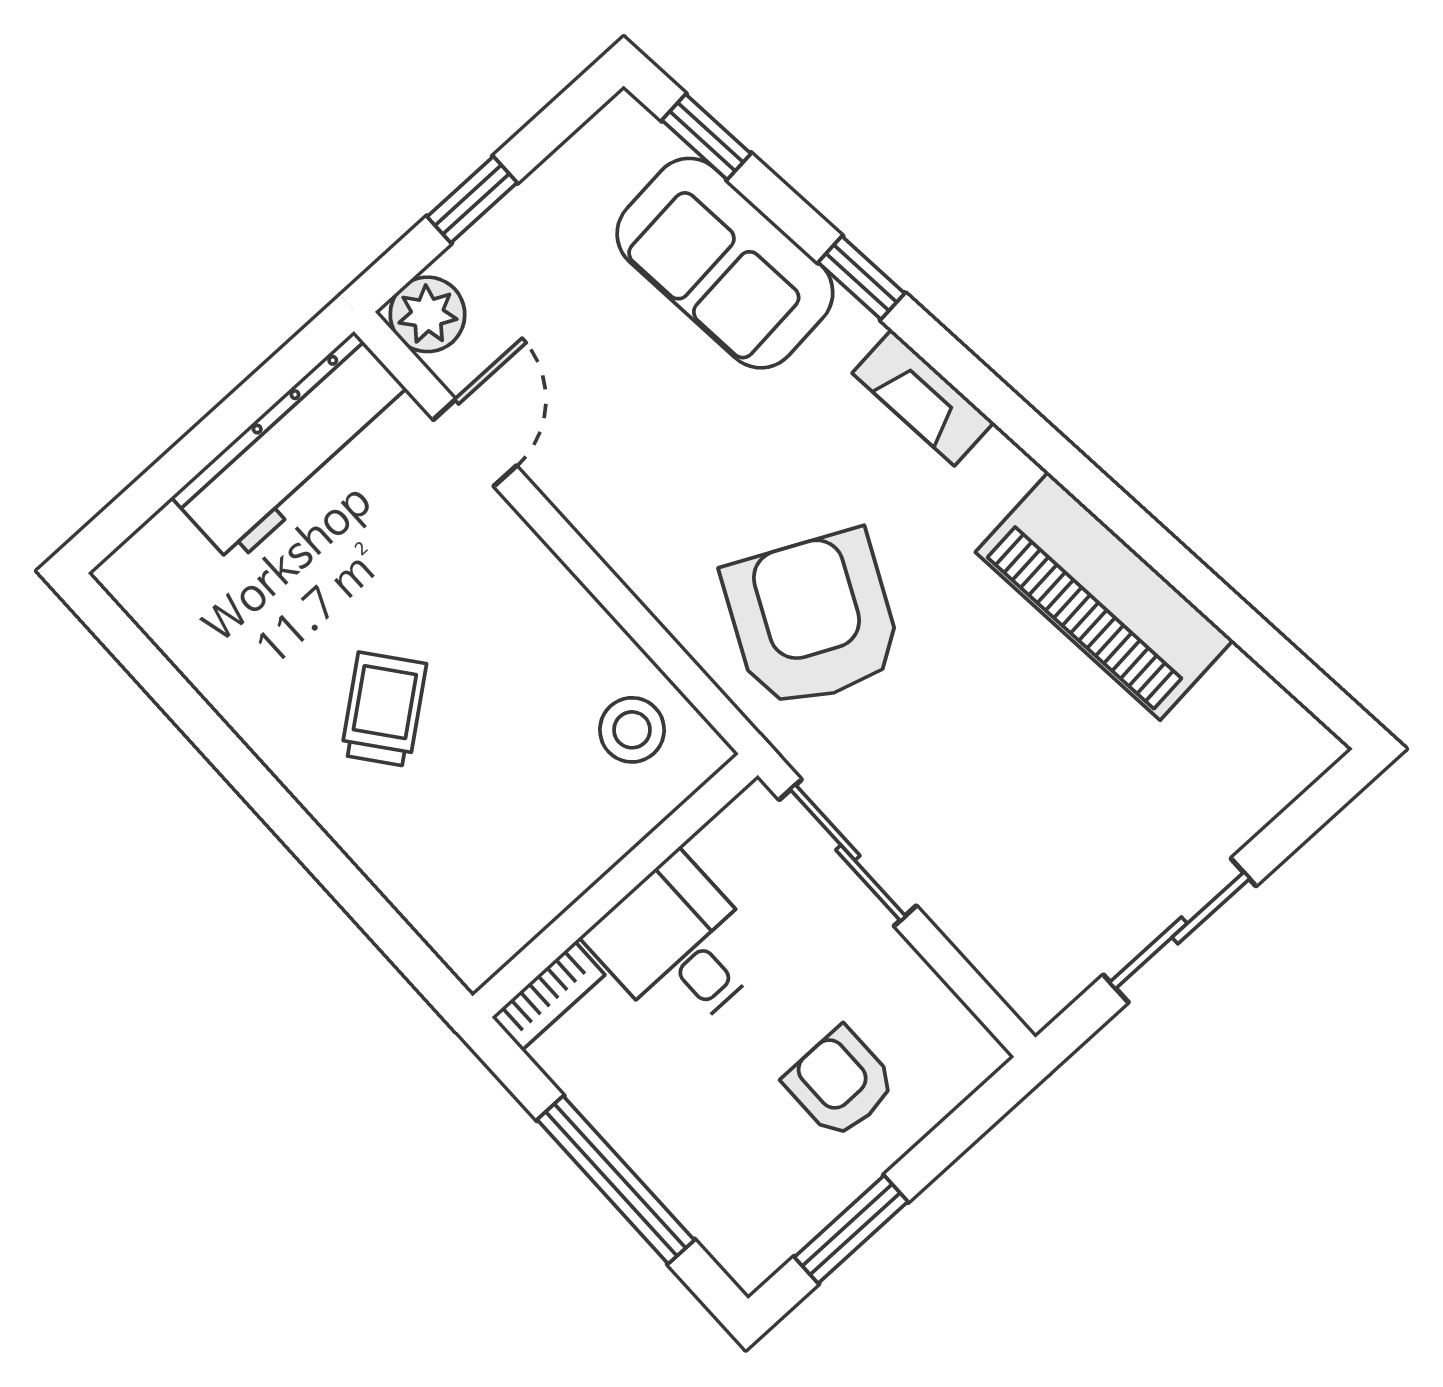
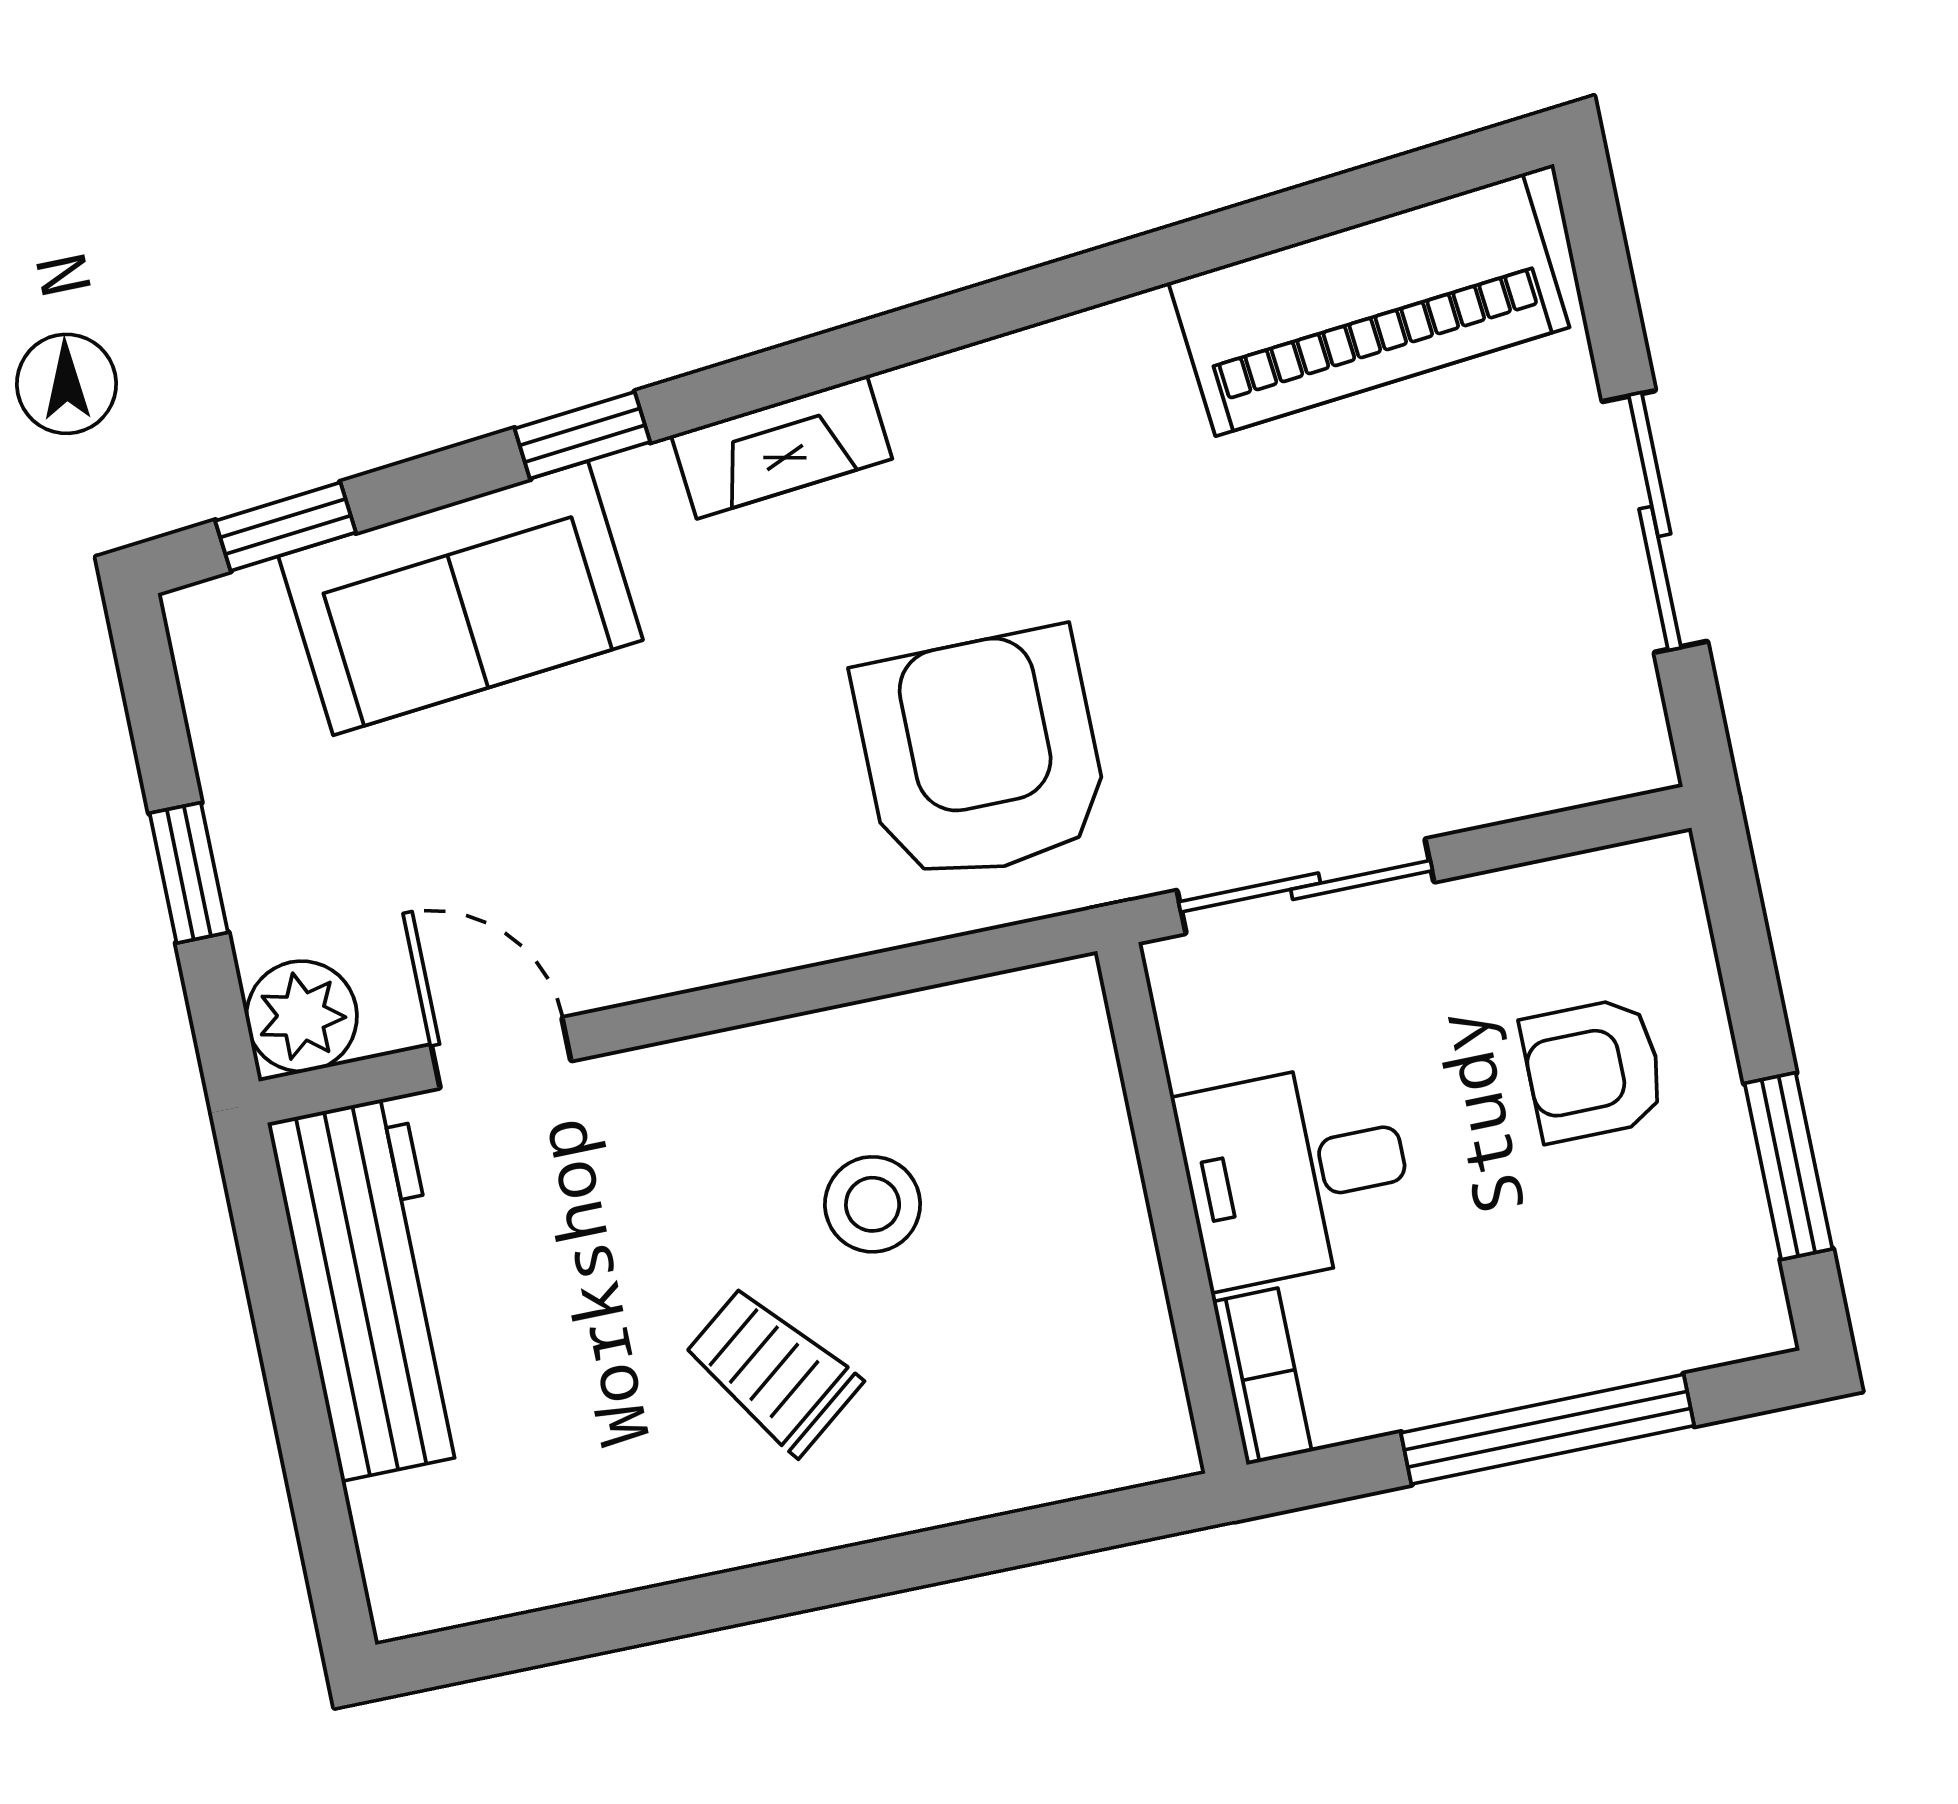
piano: (1104, 596) -> (1369, 305), moved
armchair: (813, 620) -> (981, 755), turned 64
stool: (632, 730) -> (873, 1204), moved

